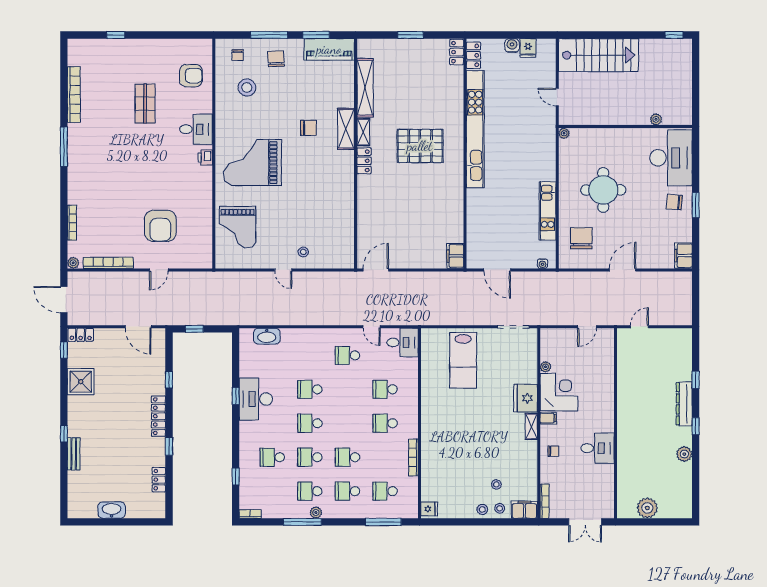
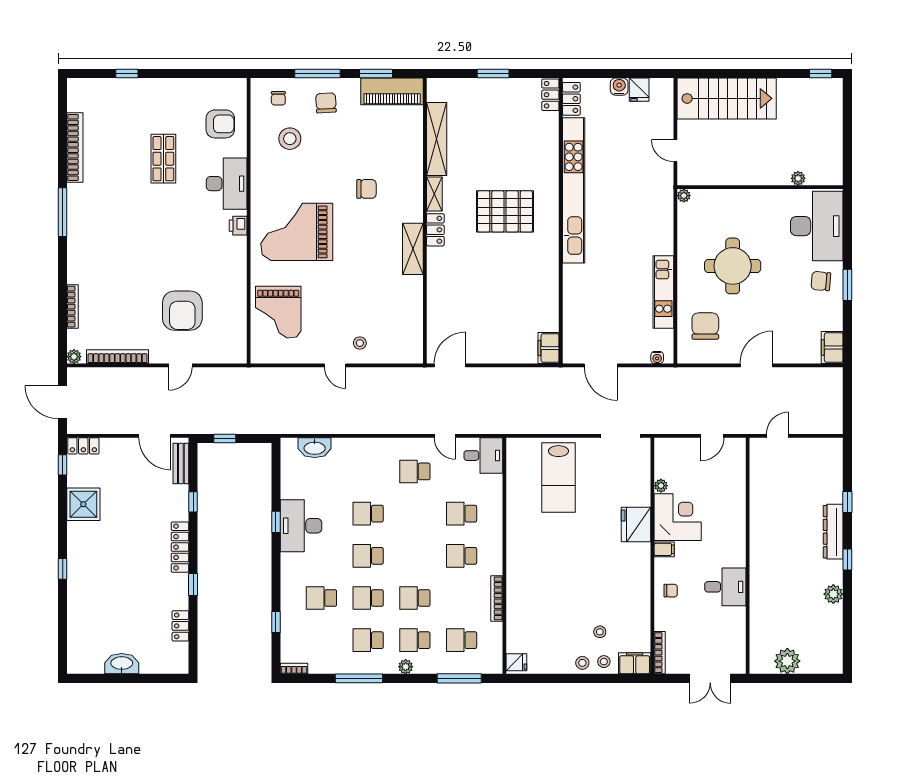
desk: (196, 129) -> (227, 184), width x1.37
shelving: (346, 129) -> (413, 249), moved
shelving: (531, 426) -> (643, 560), removed
bench: (74, 454) -> (181, 464), moved
plant: (316, 513) -> (406, 667), moved

